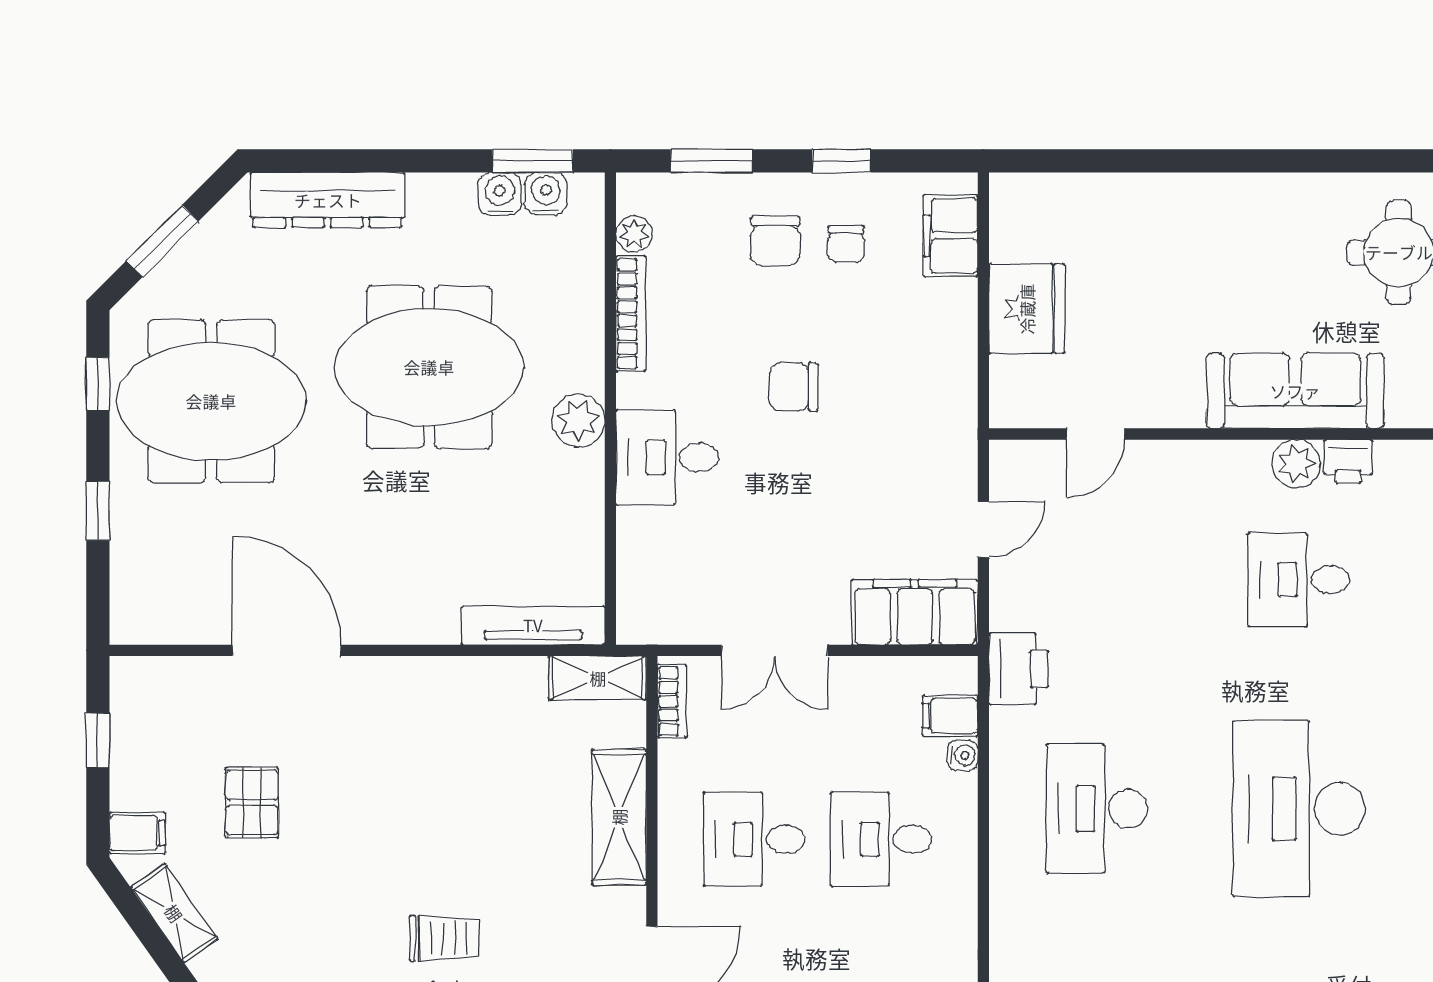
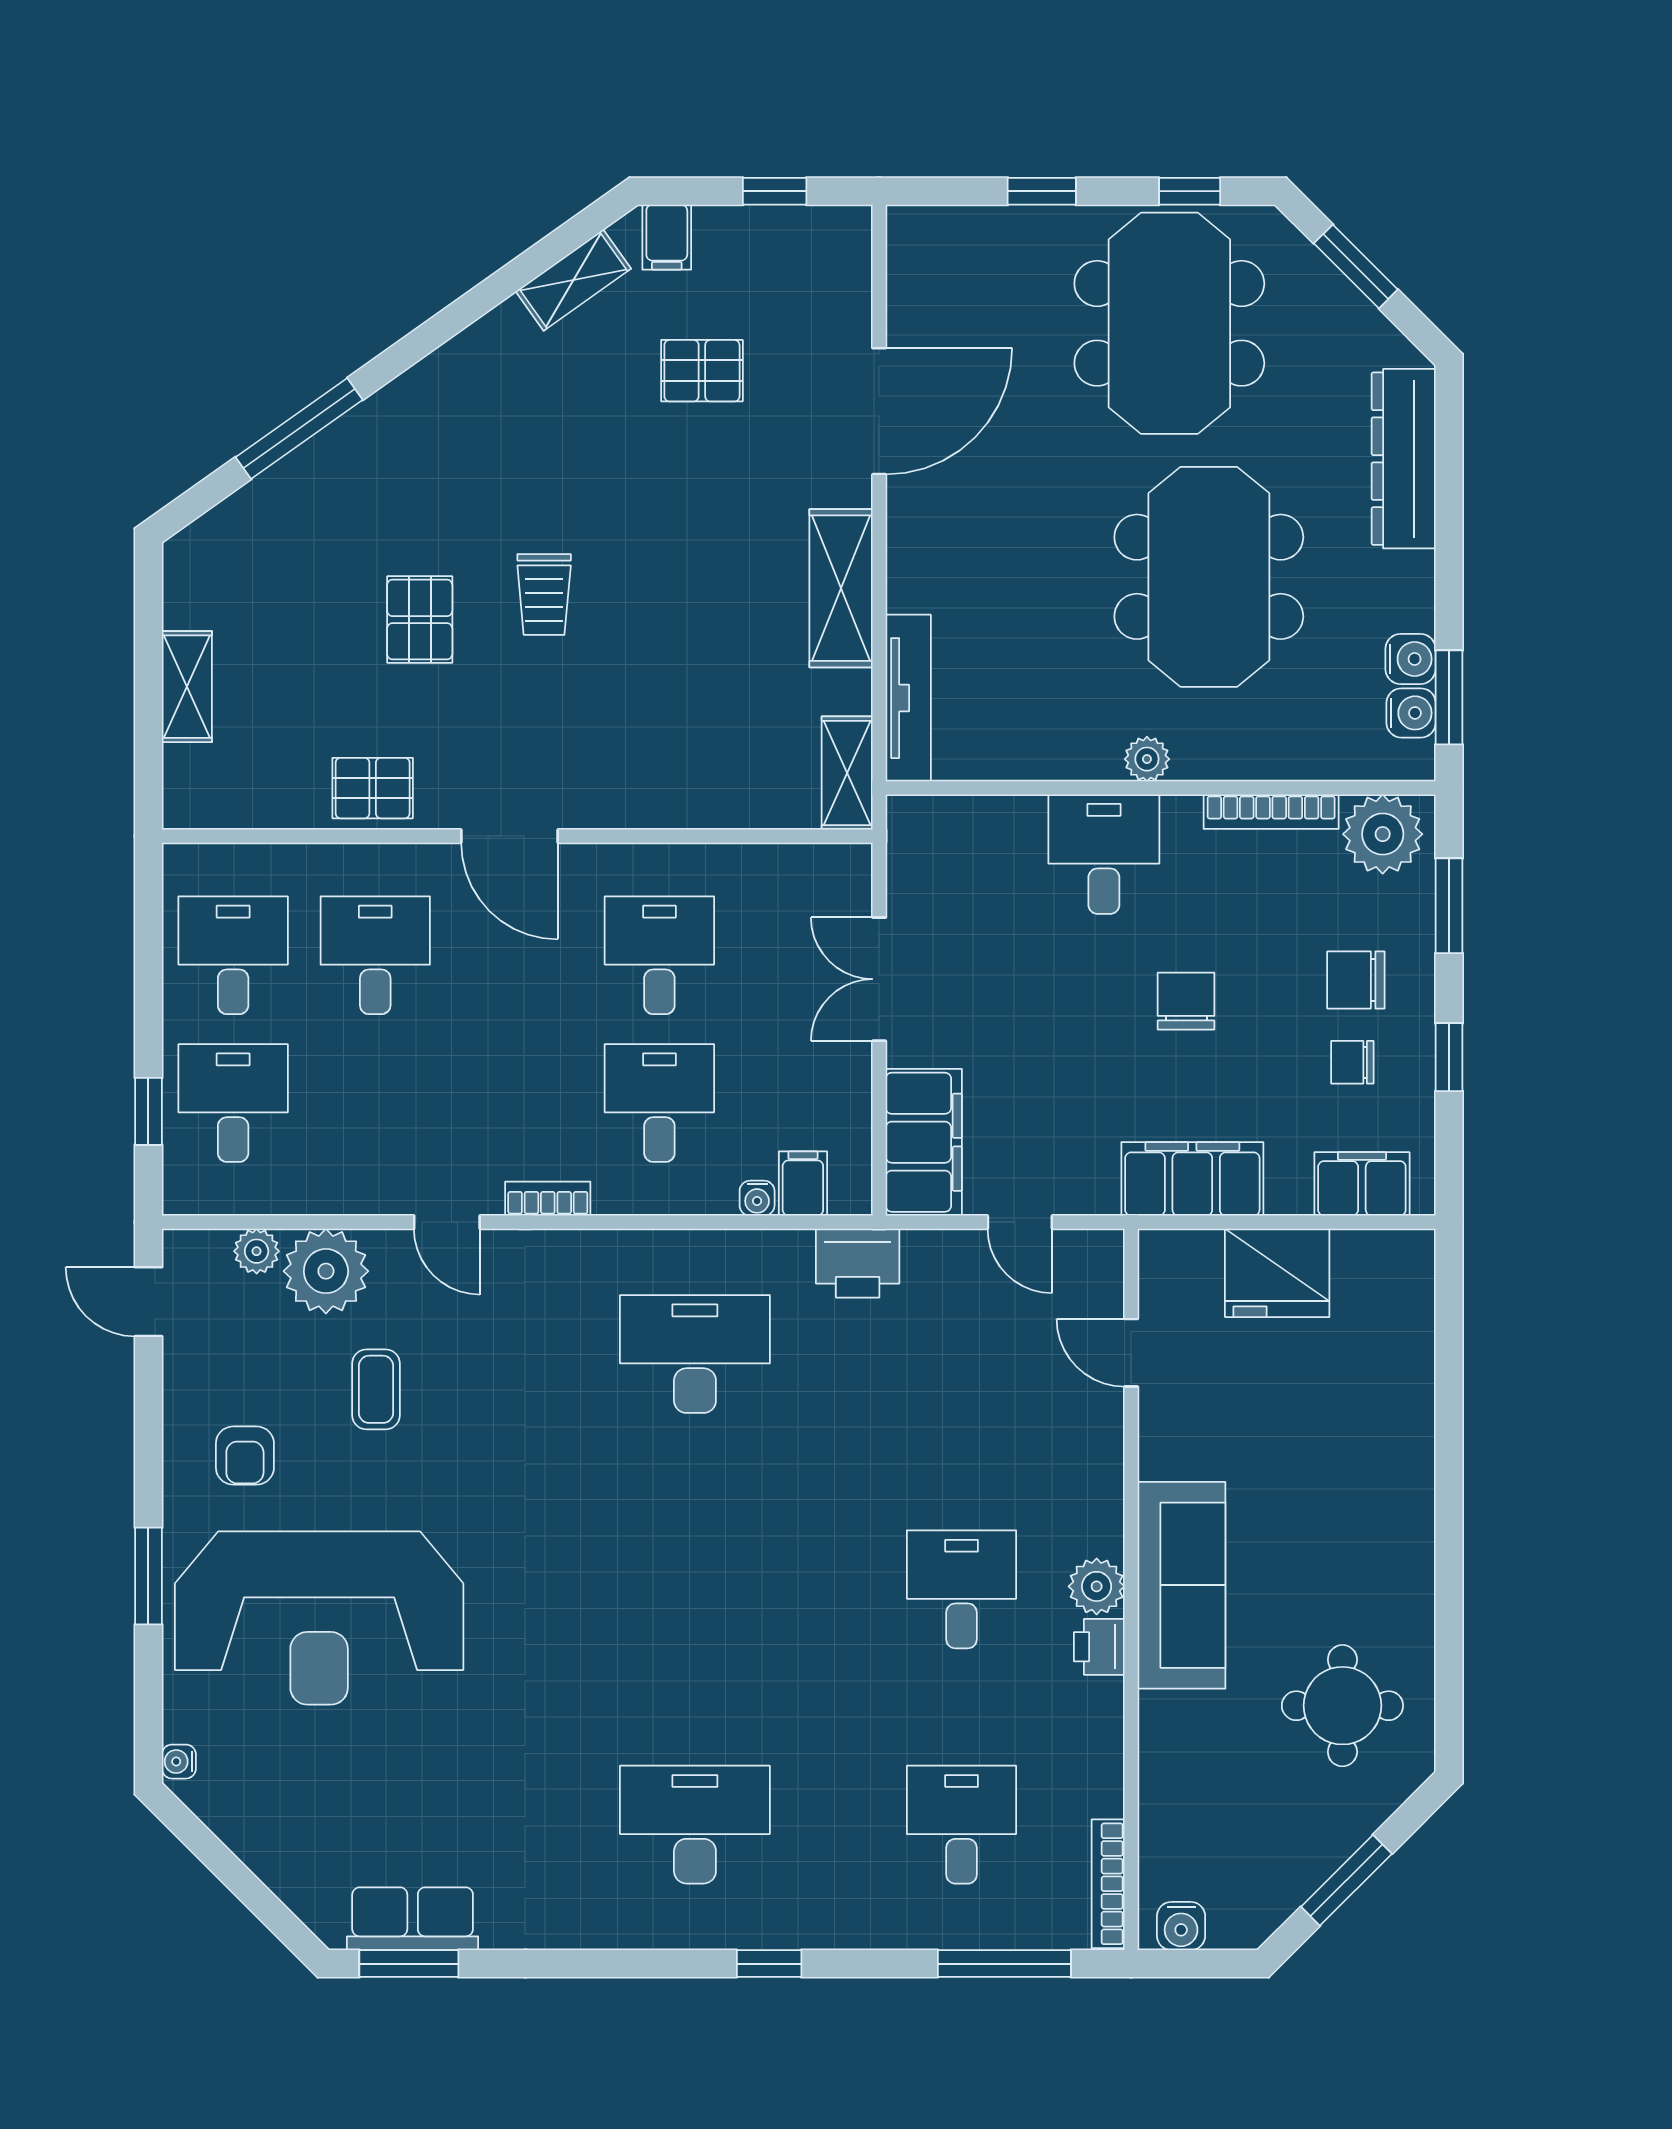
plant: (634, 234) -> (1383, 834), width x1.88, depth x1.88
filing cabinet: (946, 381) -> (1192, 1179), added
plant: (578, 420) -> (1147, 759), width x0.73, depth x0.73
bookcase: (672, 701) -> (548, 1199), moved, turned 180
desk: (1299, 809) -> (695, 1589), removed
shelving: (619, 817) -> (841, 588), moved, turned 90

